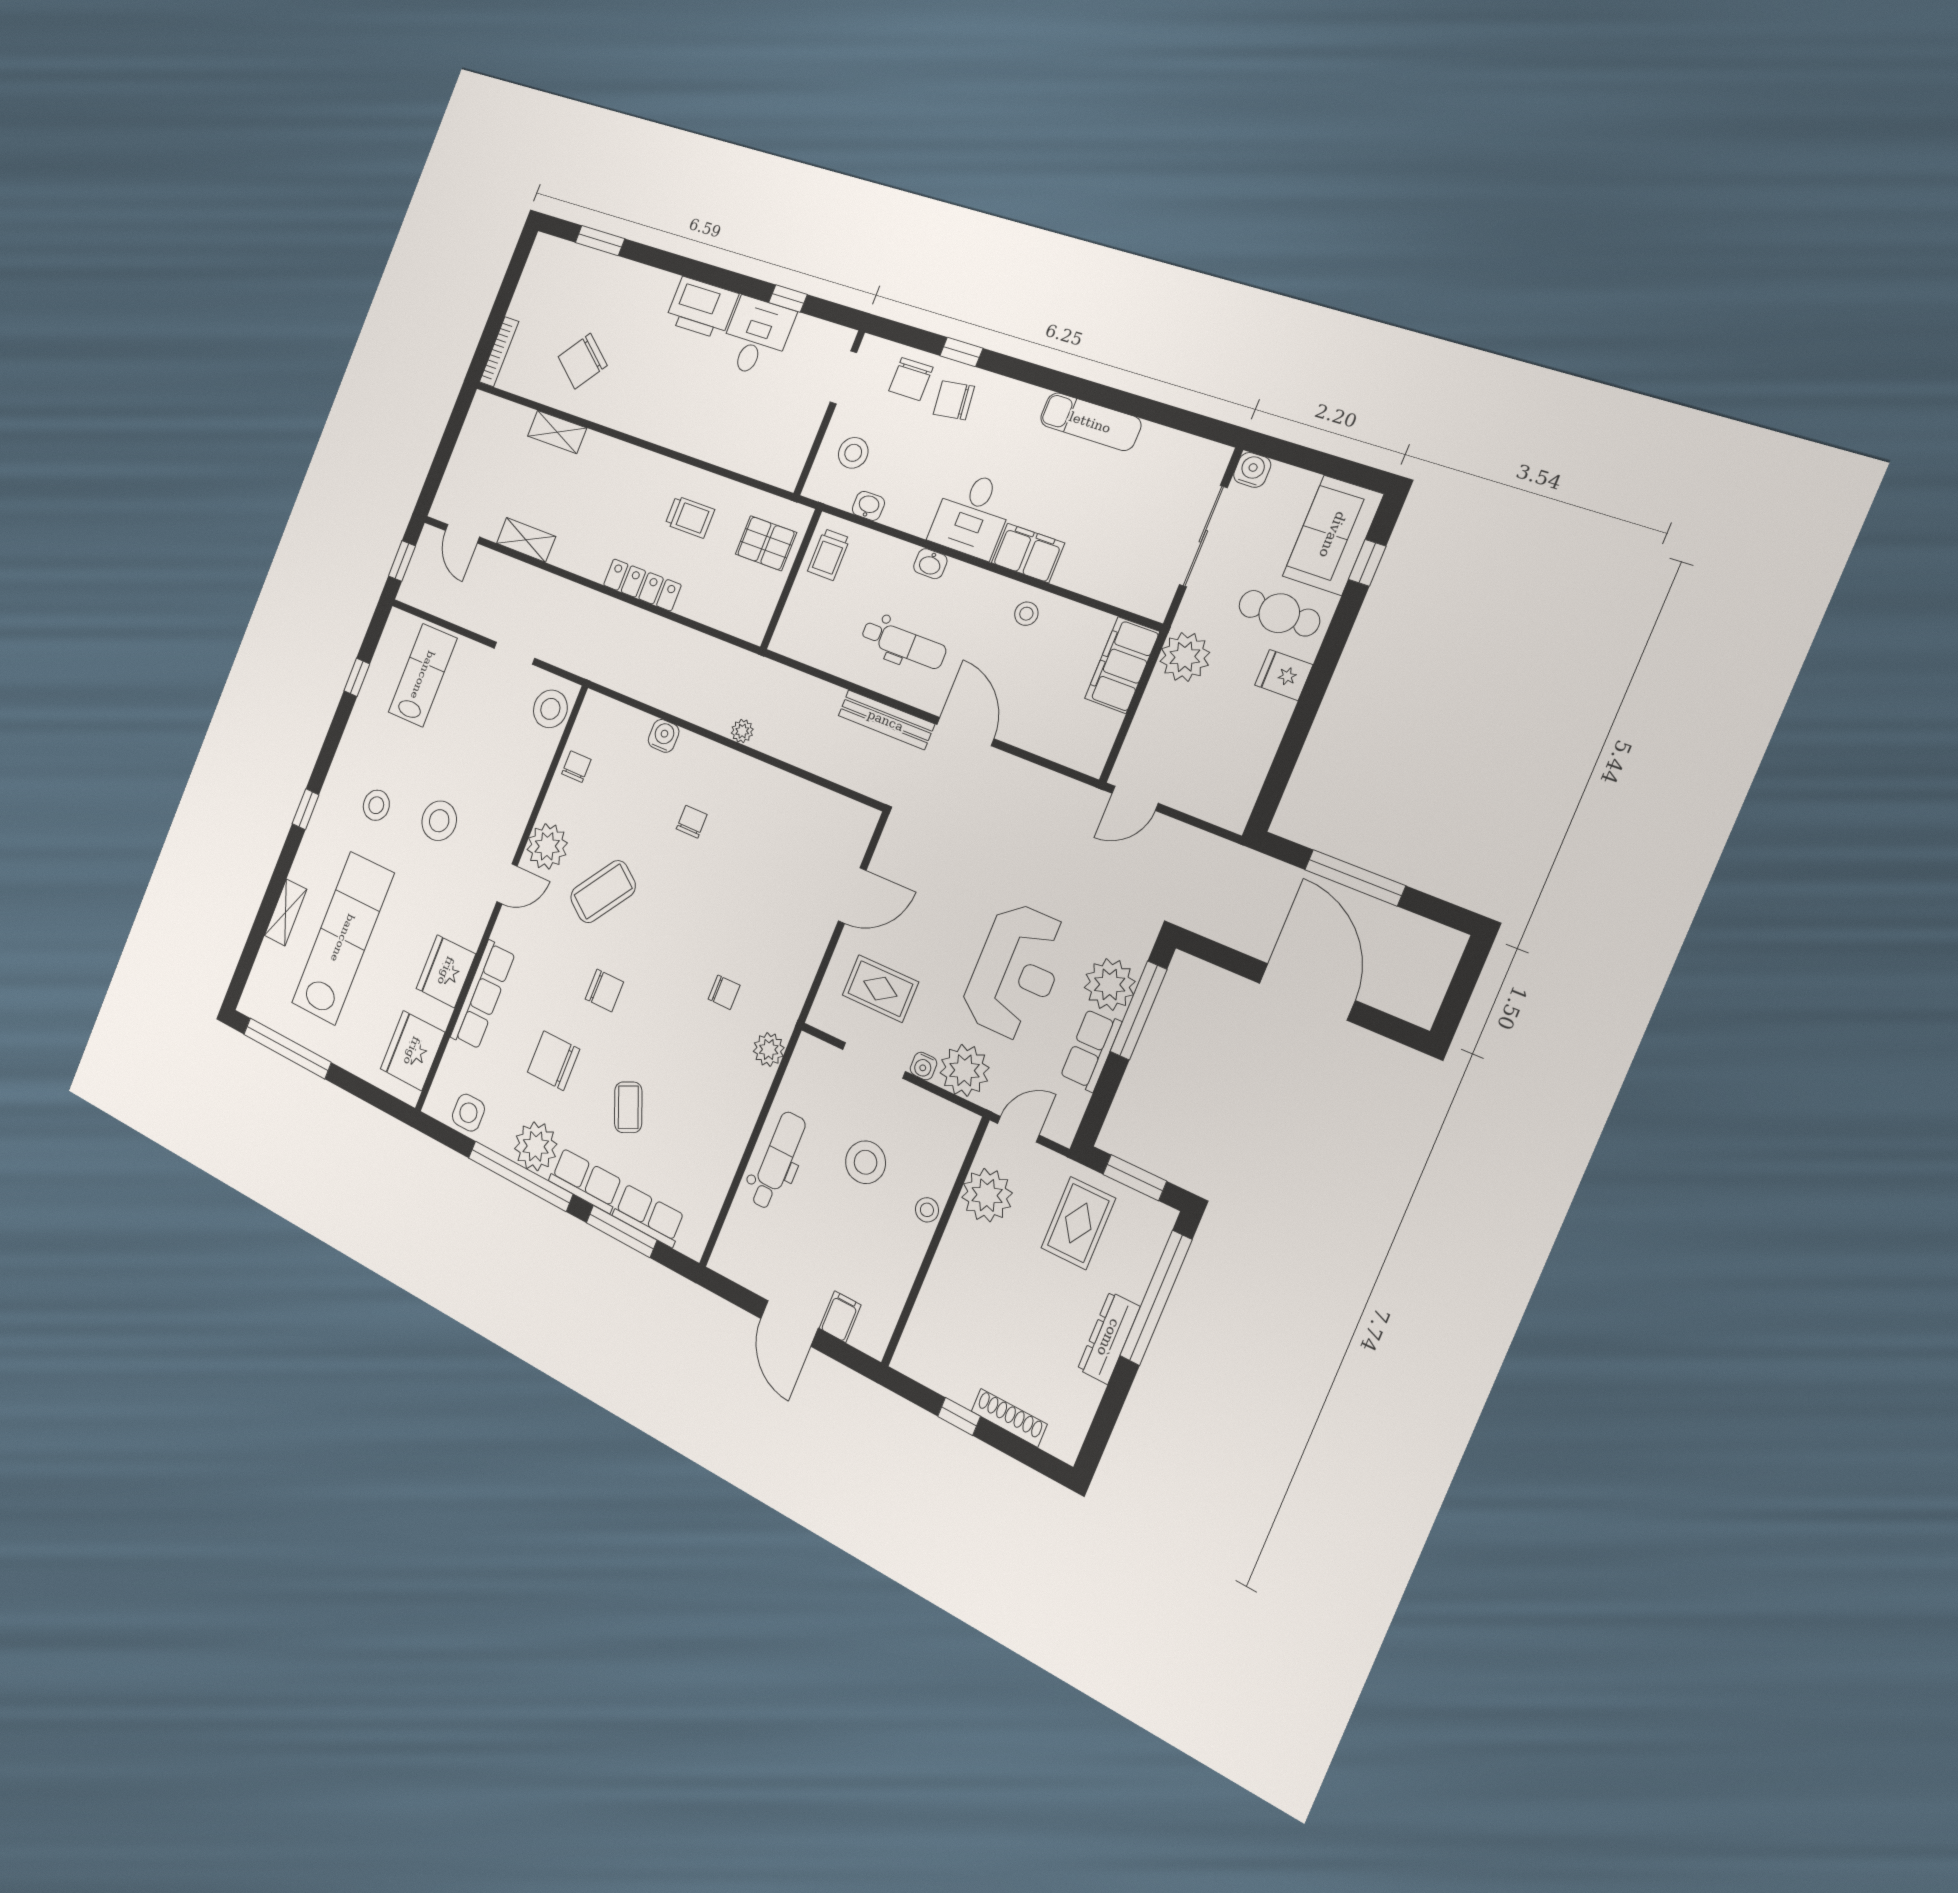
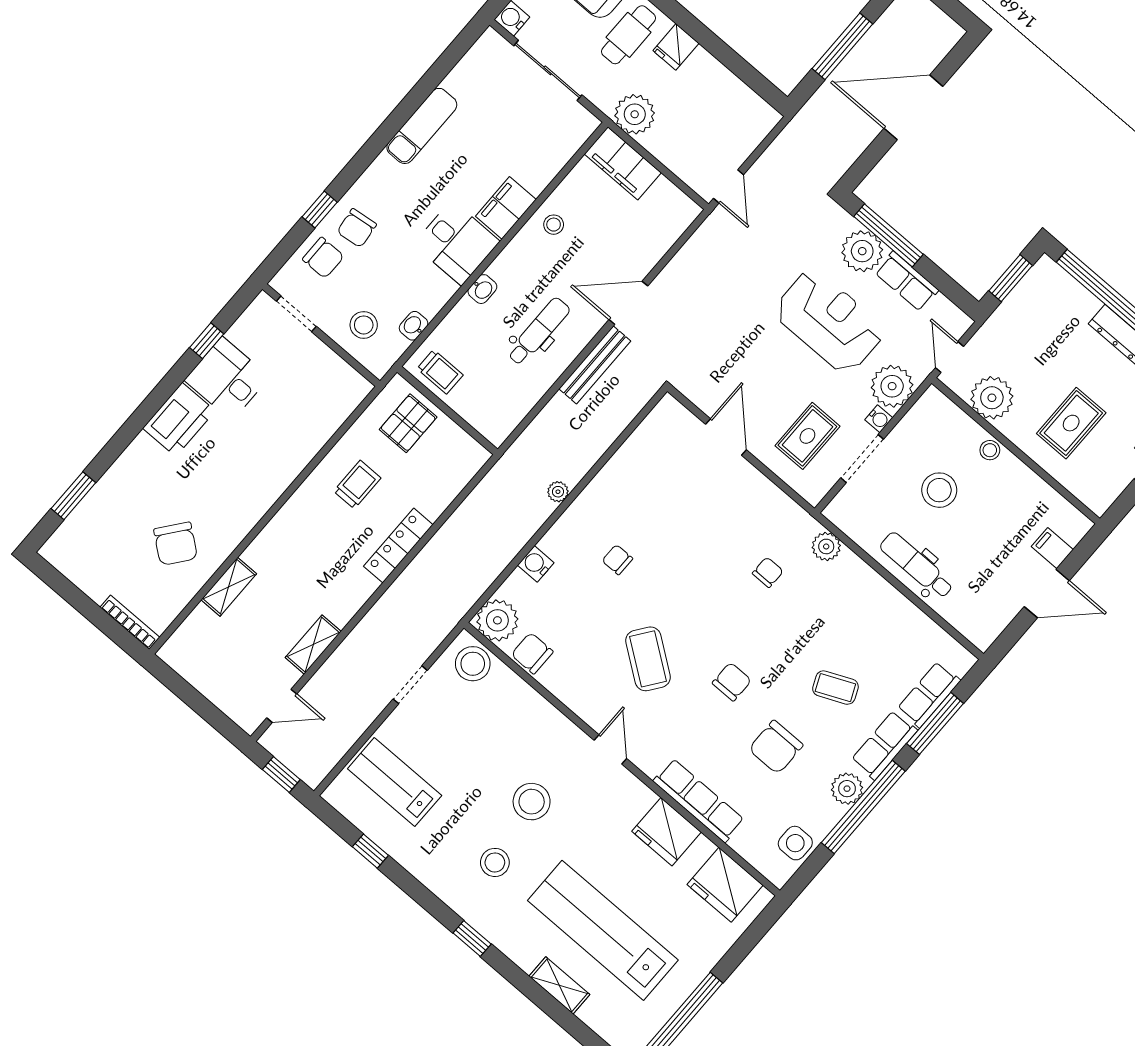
chair: (576, 767) -> (532, 653), width x1.37, depth x1.37
plant: (547, 846) -> (497, 620), moved
plant: (536, 1146) -> (847, 789), width x0.73, depth x0.73
rug: (1078, 1223) -> (1071, 423), moved, turned 90

